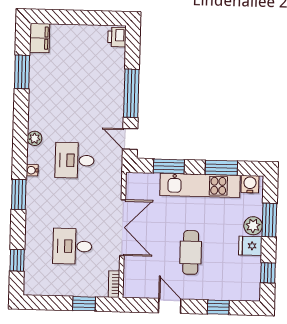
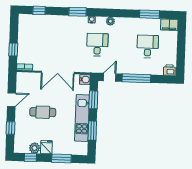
water cooler: (250, 184) -> (85, 79), moved
plant: (253, 226) -> (35, 148), moved
desk: (72, 246) -> (148, 46), moved

